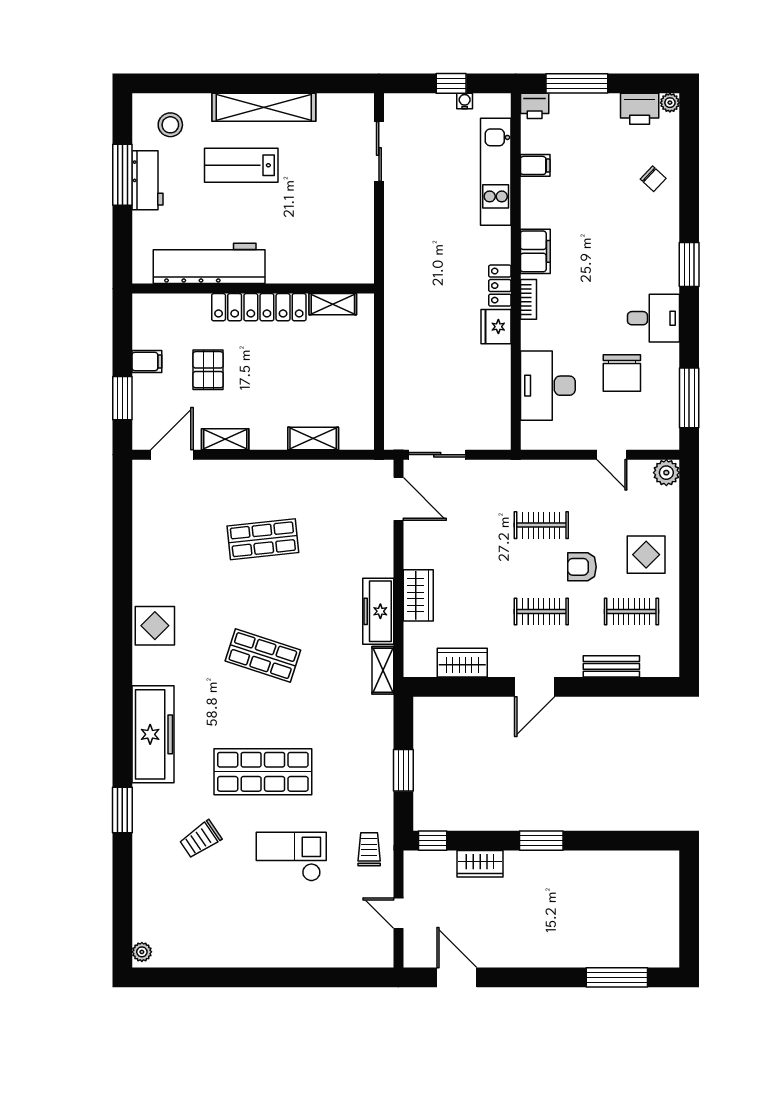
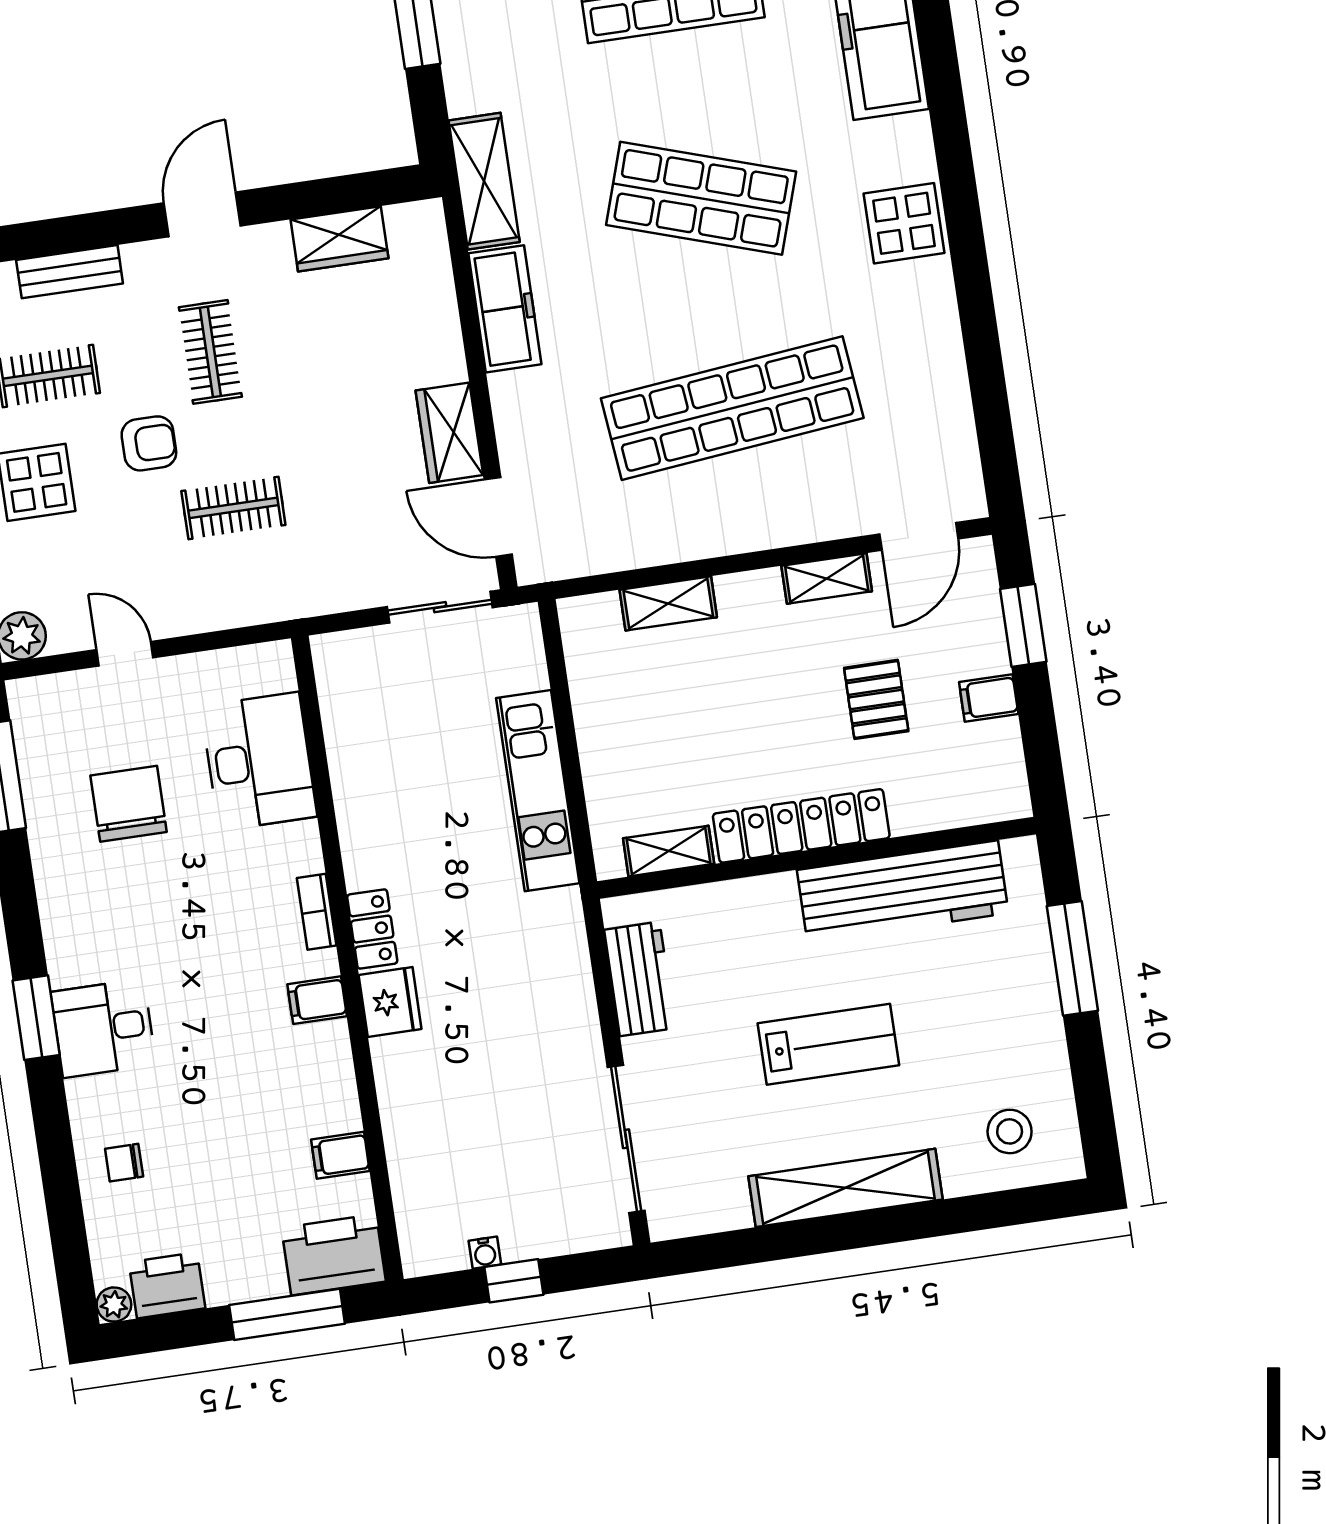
printer: (535, 106) -> (334, 1255), width x1.87, depth x1.48
sliding door: (379, 151) -> (626, 1139), width x1.37
lab bench: (241, 165) -> (828, 1044), moved
kitchen unit: (496, 172) -> (538, 791), moved, turned 180
window: (122, 175) -> (1072, 958), moved
chair: (653, 179) -> (124, 1163), turned -43
workbench: (147, 180) -> (640, 979), moved, turned 180
filing cabinet: (535, 251) -> (317, 1000), width x0.50
desk: (653, 318) -> (103, 1028), moved
fridge: (496, 327) -> (390, 1002), moved
shop shelf: (263, 539) -> (732, 408), width x2.00, depth x1.36
wardrobe: (418, 595) -> (449, 433), moved
clothes rail: (541, 612) -> (210, 352), turned 90
shop shelf: (263, 656) -> (701, 198), width x1.43, depth x1.36
shelving: (383, 670) -> (484, 181), width x1.50, depth x1.33

